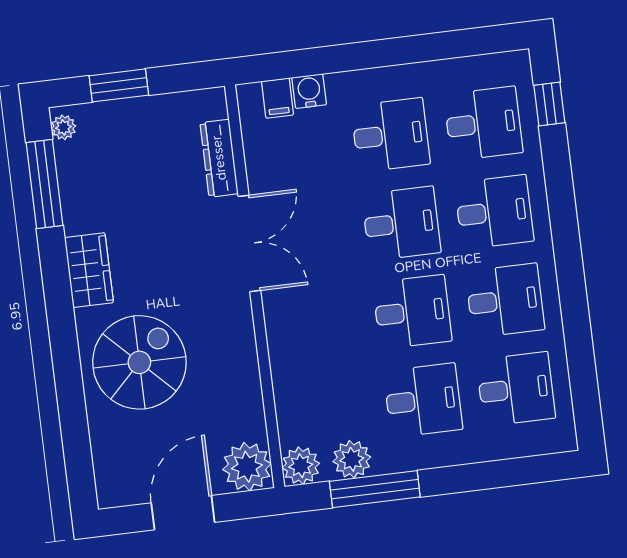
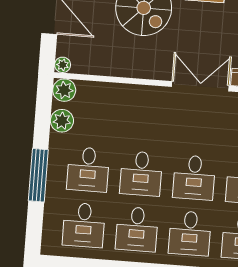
double door: (249, 243) -> (200, 86), swing flipped
plant: (247, 467) -> (63, 65), width x0.53, depth x0.53
window: (375, 489) -> (38, 175), moved

